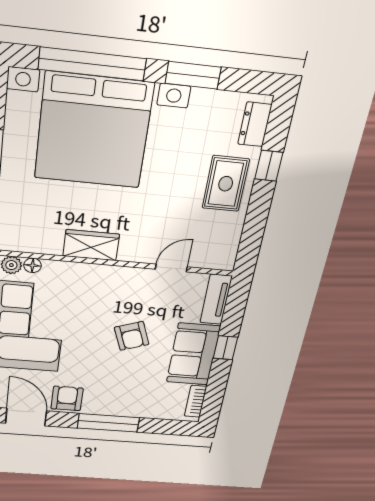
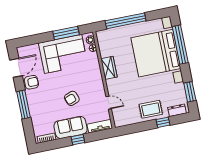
window: (193, 75) -> (190, 92), moved

